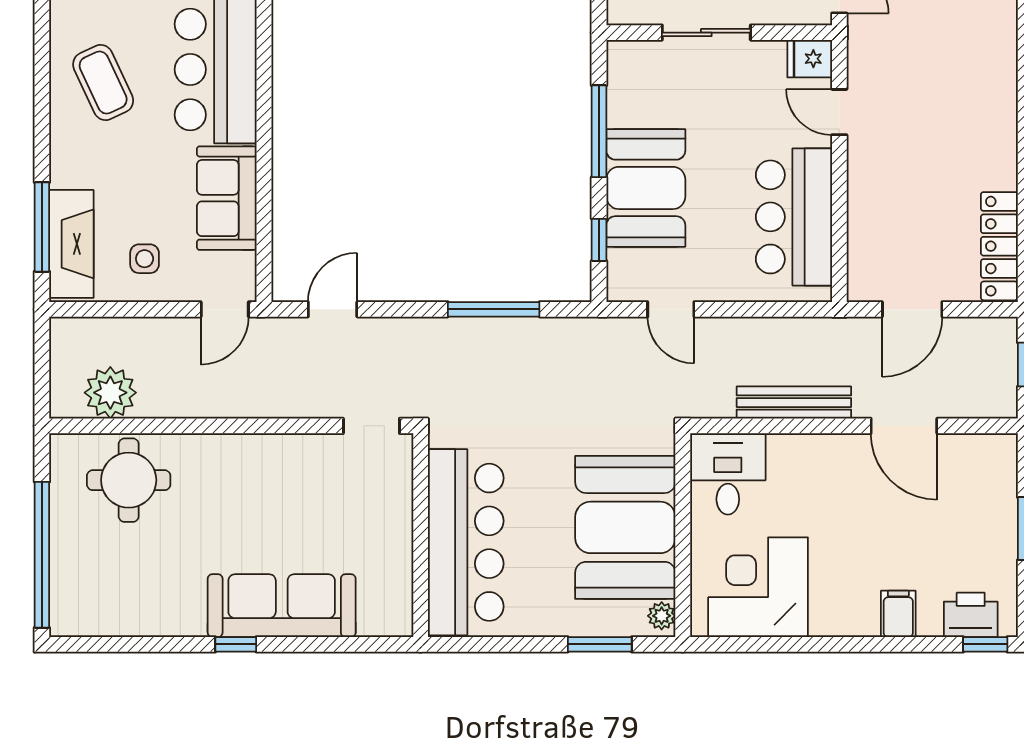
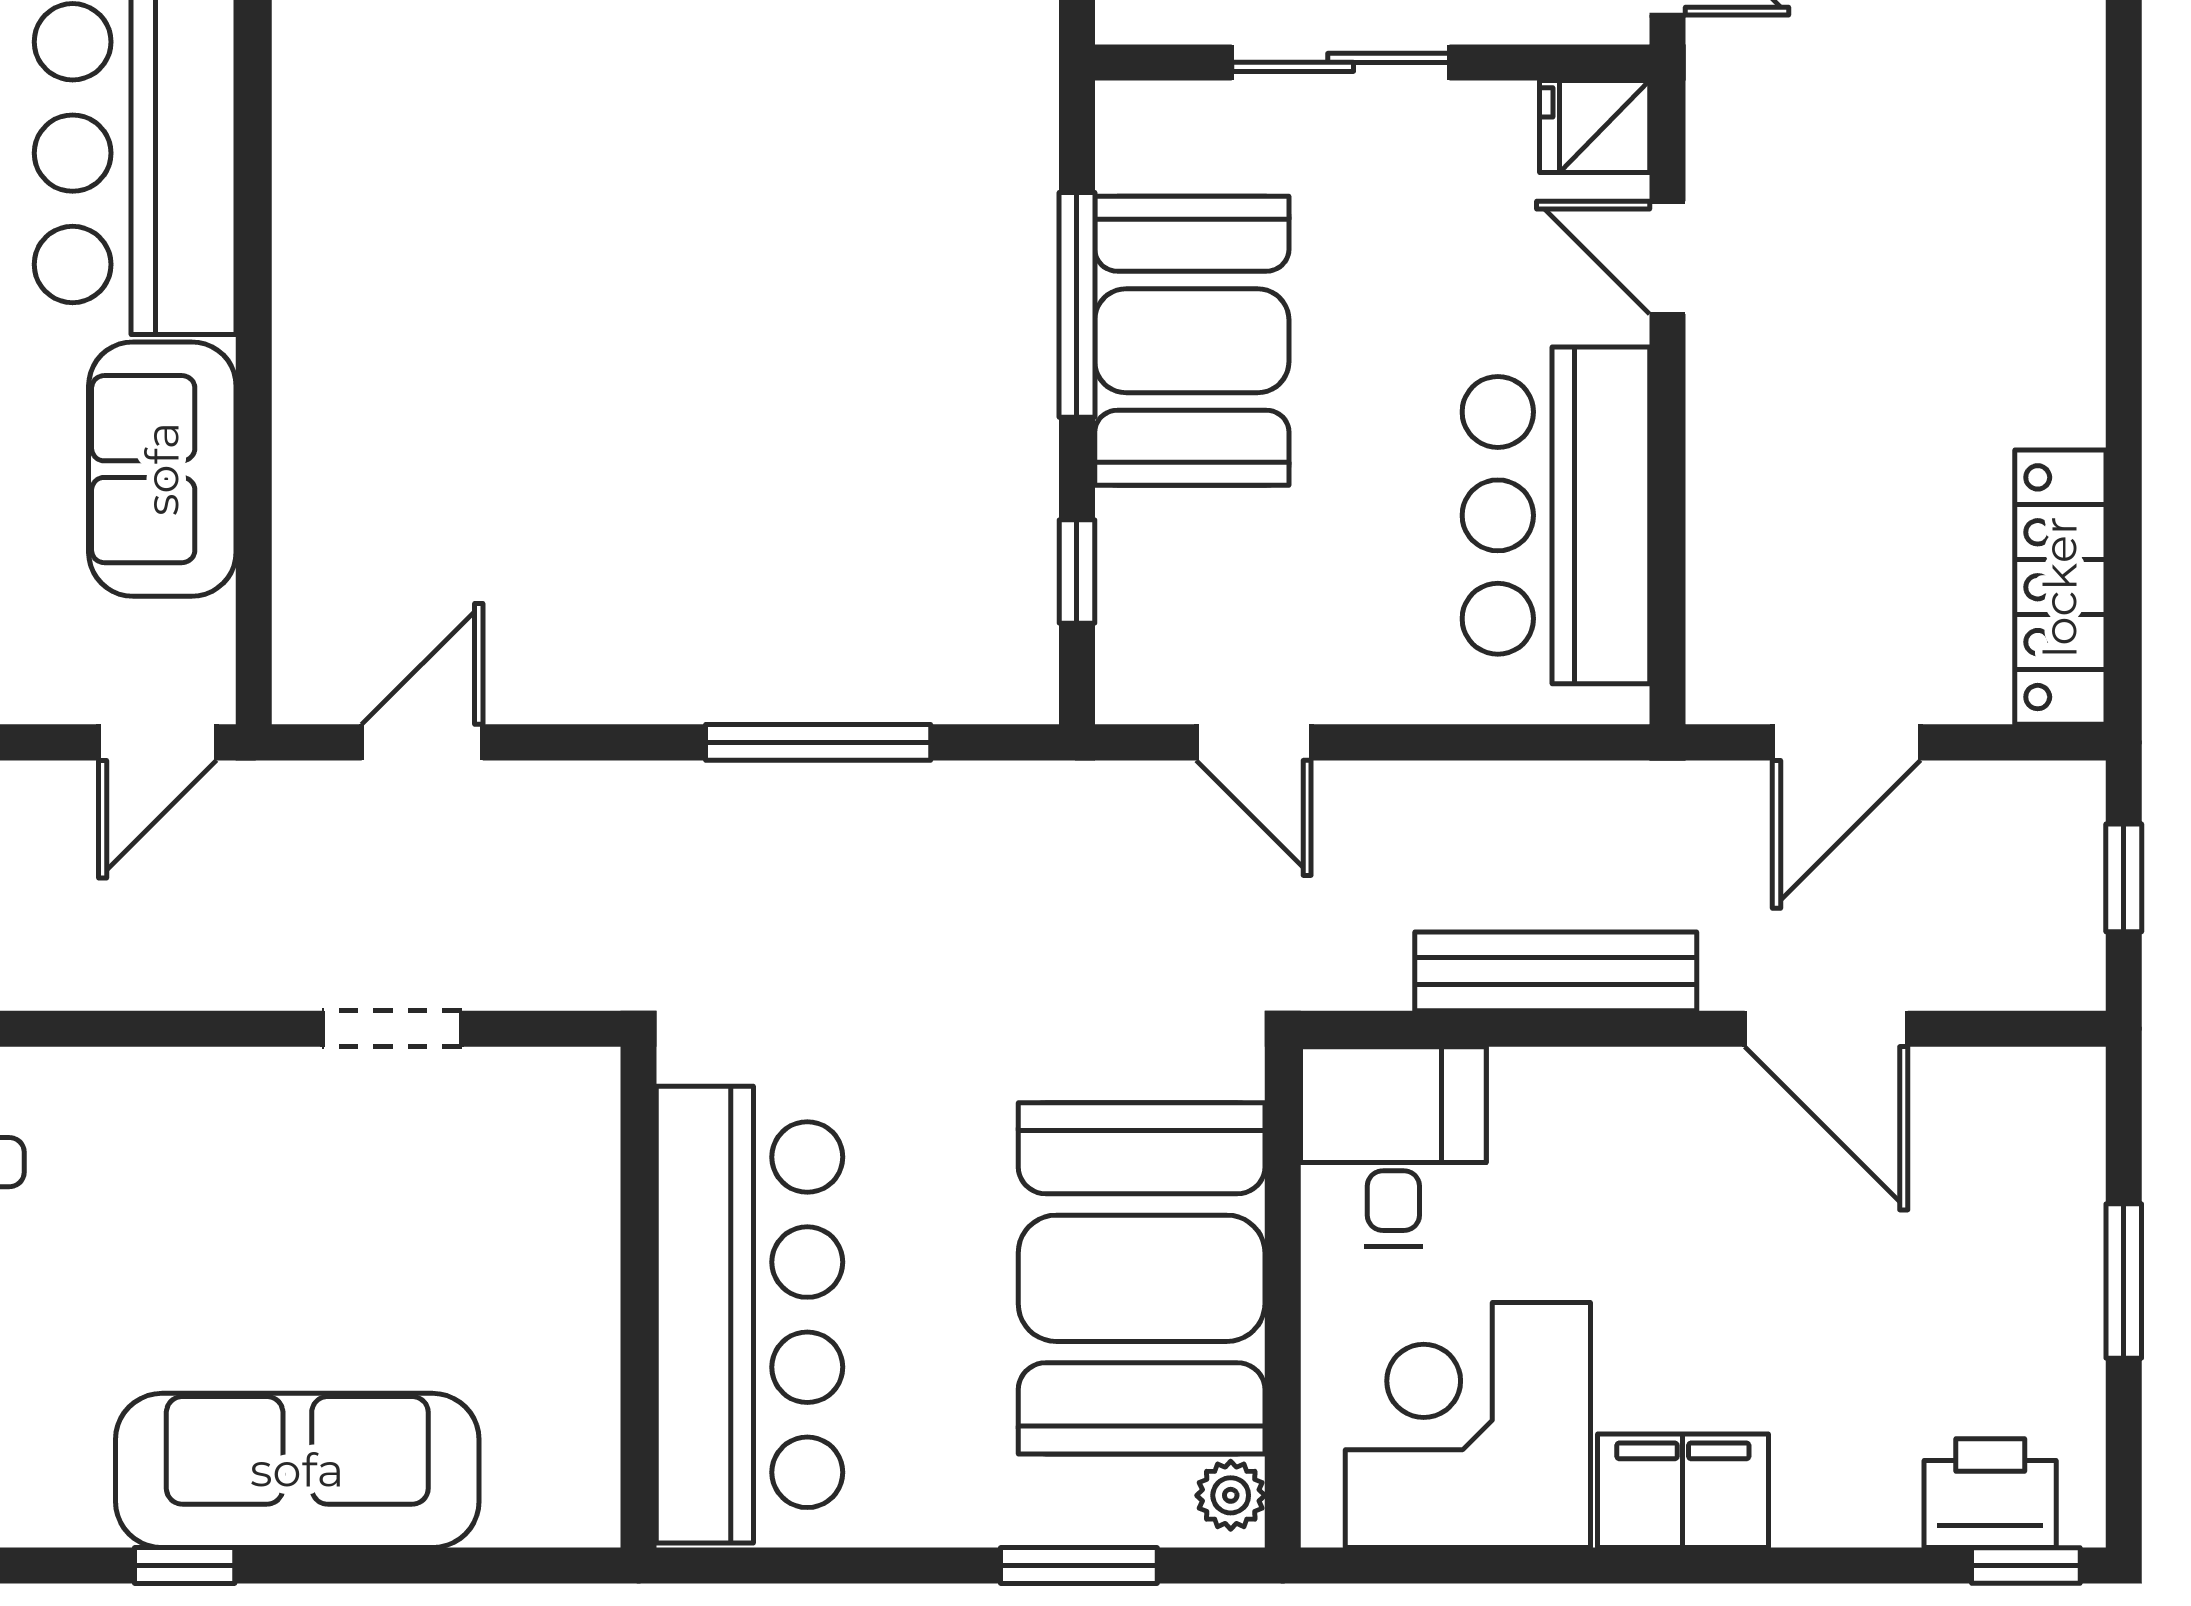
booth: (646, 188) -> (1192, 341), moved
doorway: (371, 426) -> (392, 1029), moved
filing cabinet: (898, 614) -> (1683, 1491), moved, width x2.00

